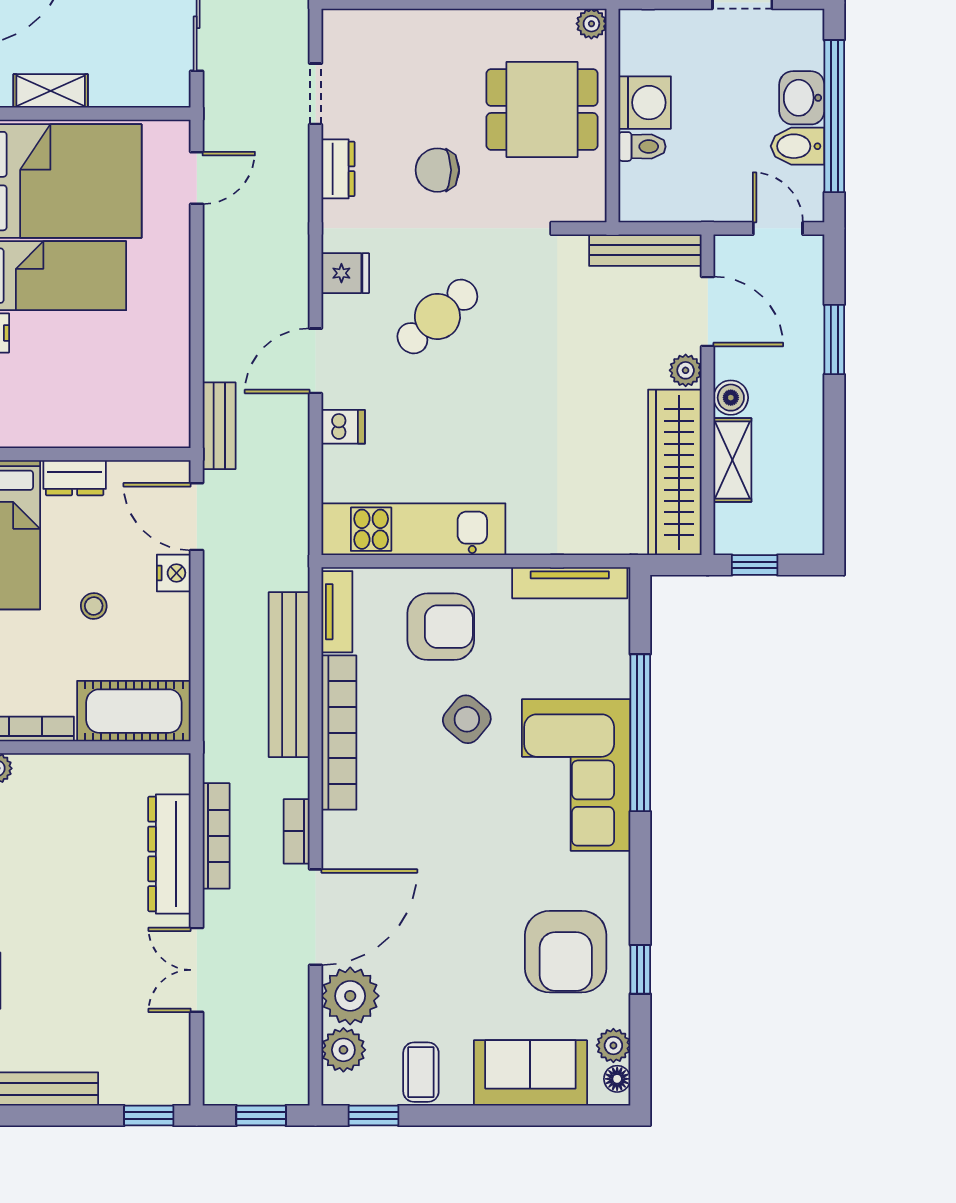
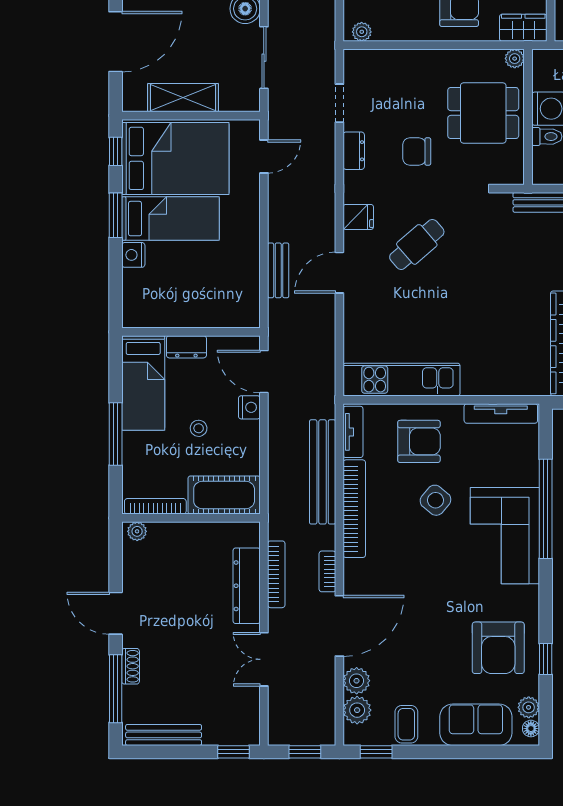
shelving: (51, 91) -> (183, 98), width x1.50, depth x1.33
bench: (219, 426) -> (278, 270), moved
dishwasher: (343, 427) -> (357, 314), removed
plant: (350, 996) -> (357, 681), width x0.73, depth x0.73

